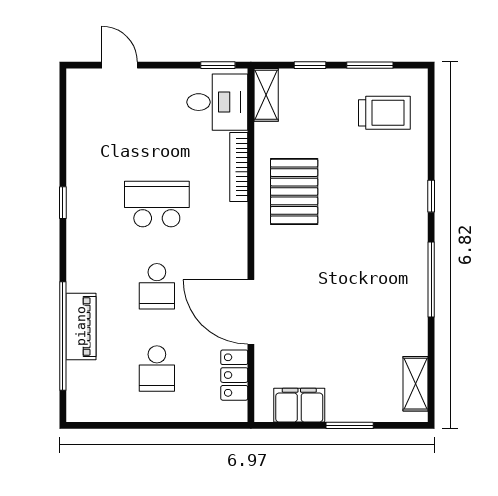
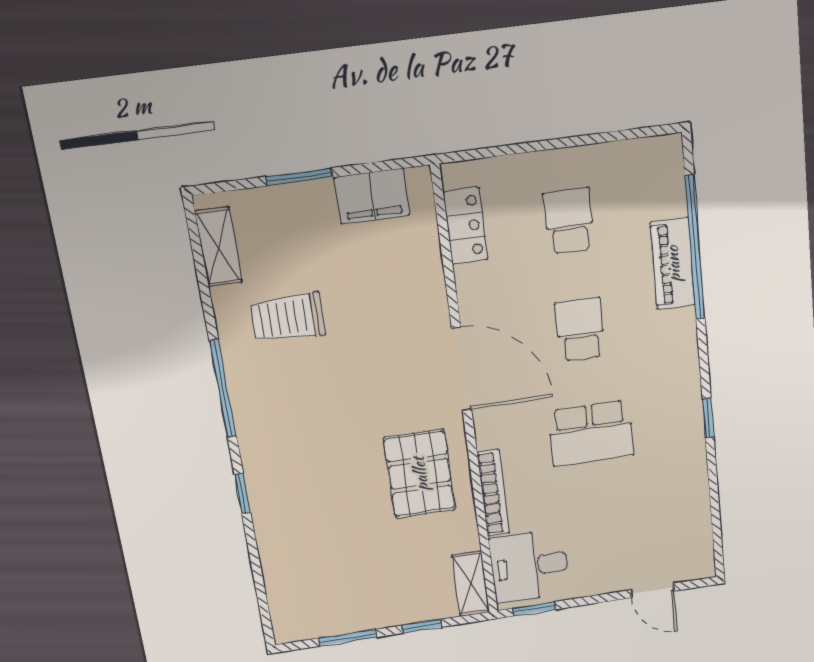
trolley: (384, 113) -> (288, 318), moved
door: (251, 312) -> (462, 369), moved

